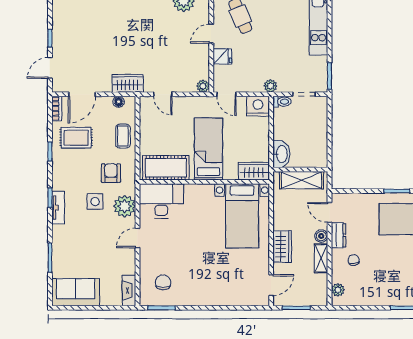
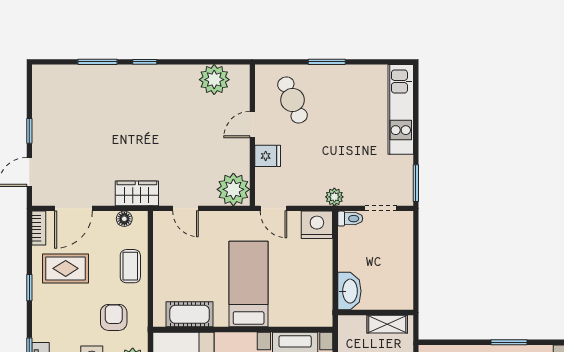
plant: (203, 86) -> (233, 189), width x1.87, depth x1.87
cot: (166, 168) -> (190, 314), width x0.73, depth x0.75
wardrobe: (254, 171) -> (311, 315), removed
shelving: (301, 180) -> (387, 324), width x0.67, depth x0.75

